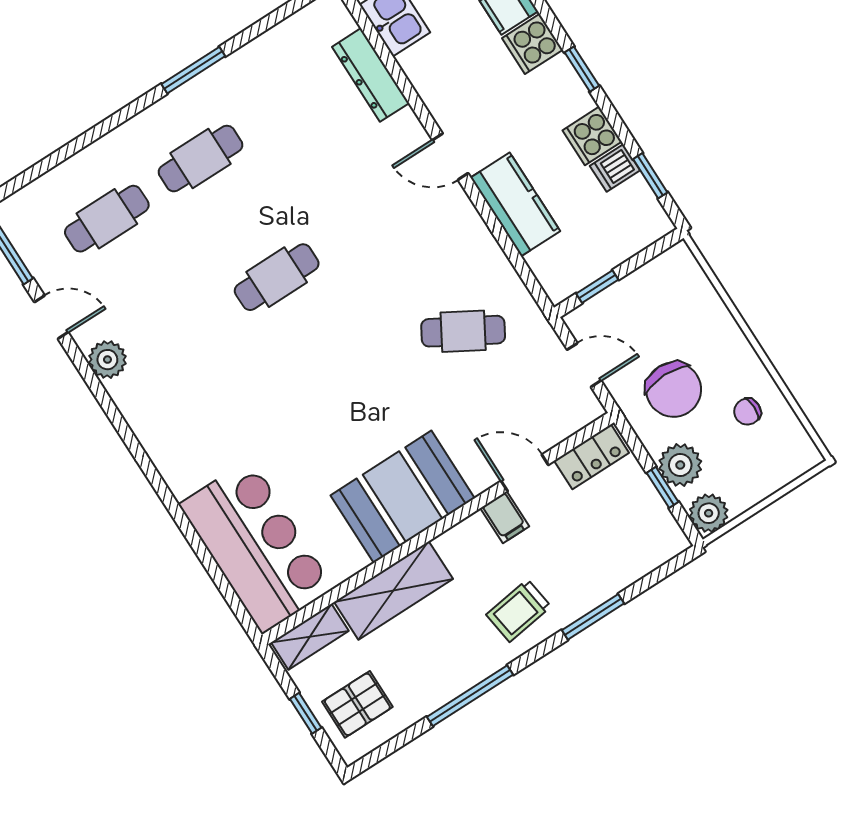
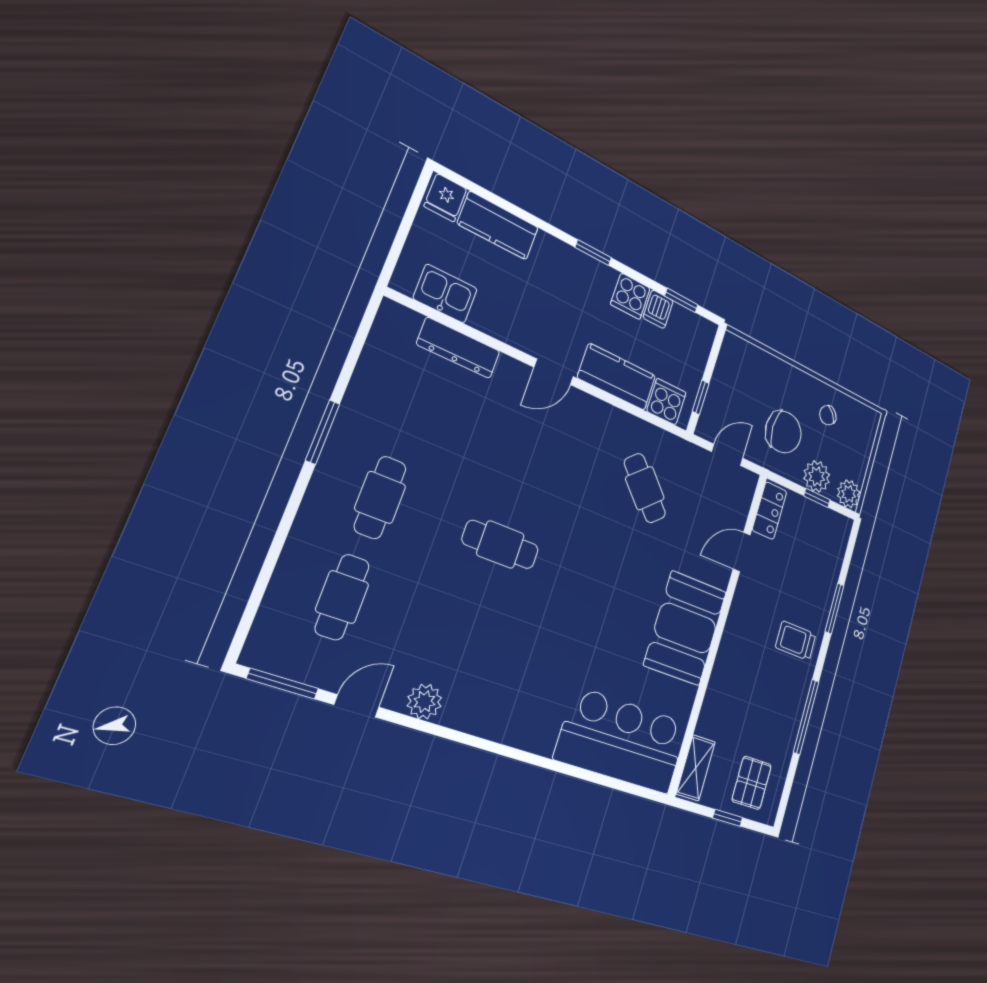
cooker: (532, 44) -> (666, 402), moved, turned 180
cafe table: (277, 277) -> (500, 545), turned 90
cafe table: (463, 331) -> (645, 488), turned -73
chair: (747, 412) -> (828, 415), turned 51
filing cabinet: (505, 517) -> (750, 590), removed
shelving: (393, 590) -> (722, 693), removed
trolley: (519, 611) -> (796, 641), turned 98

